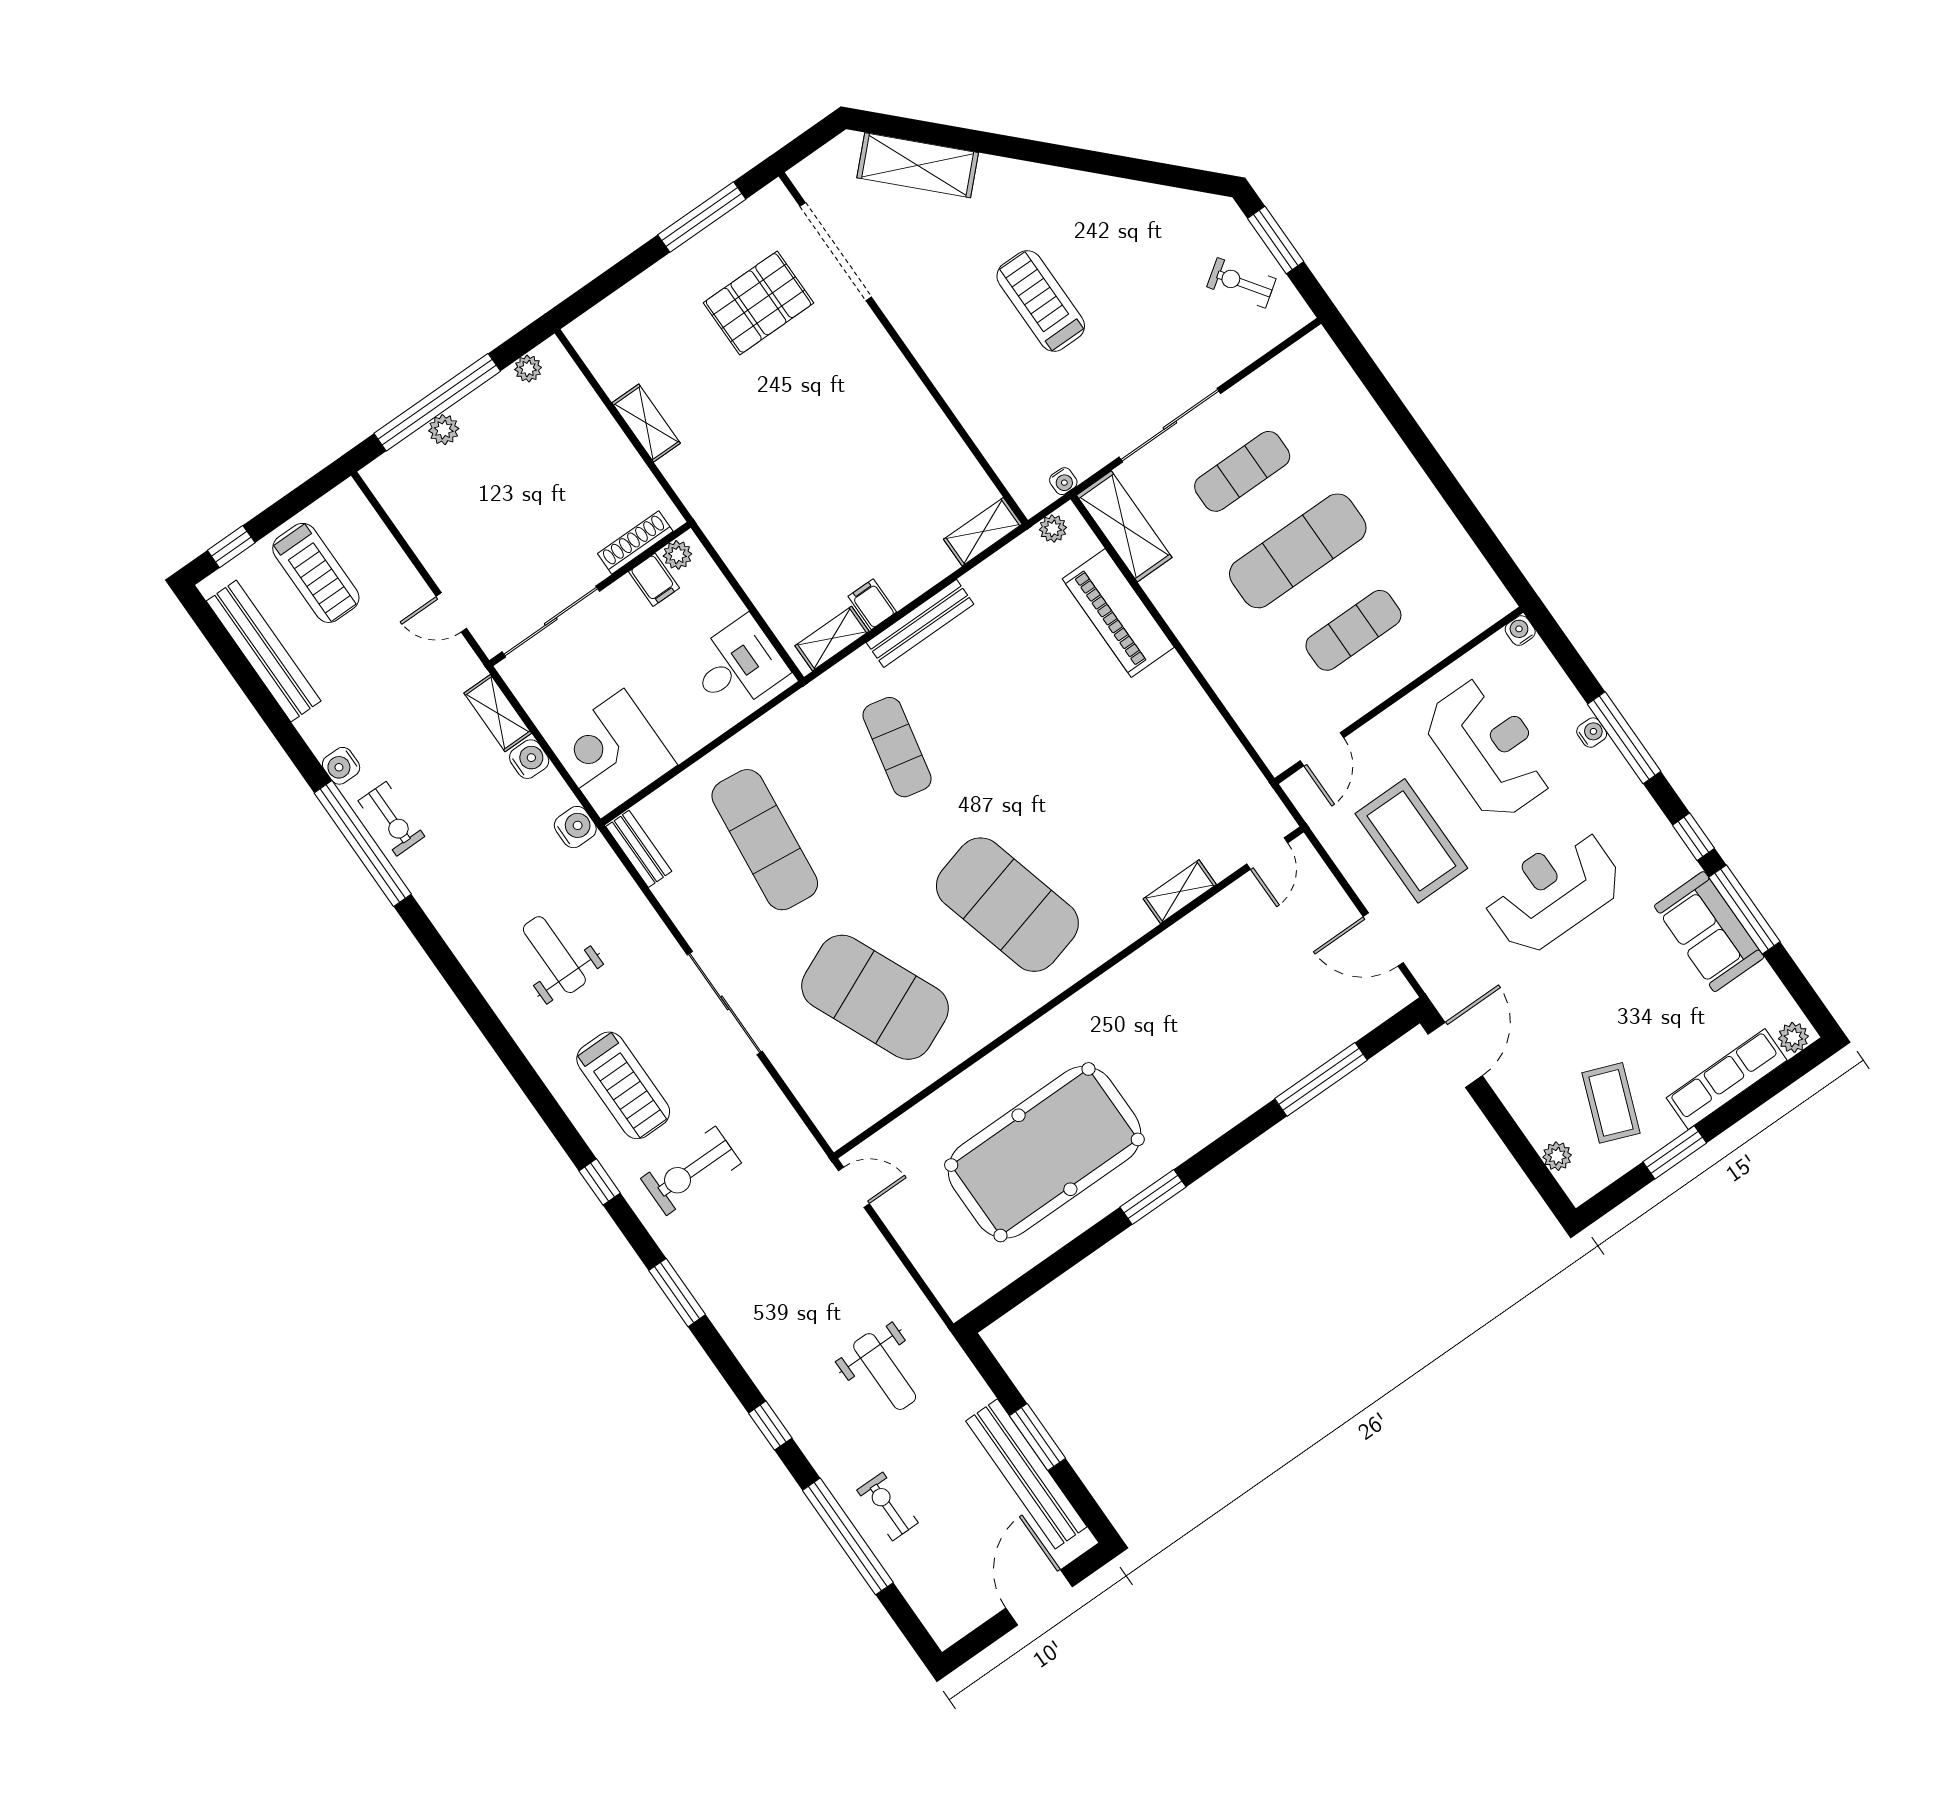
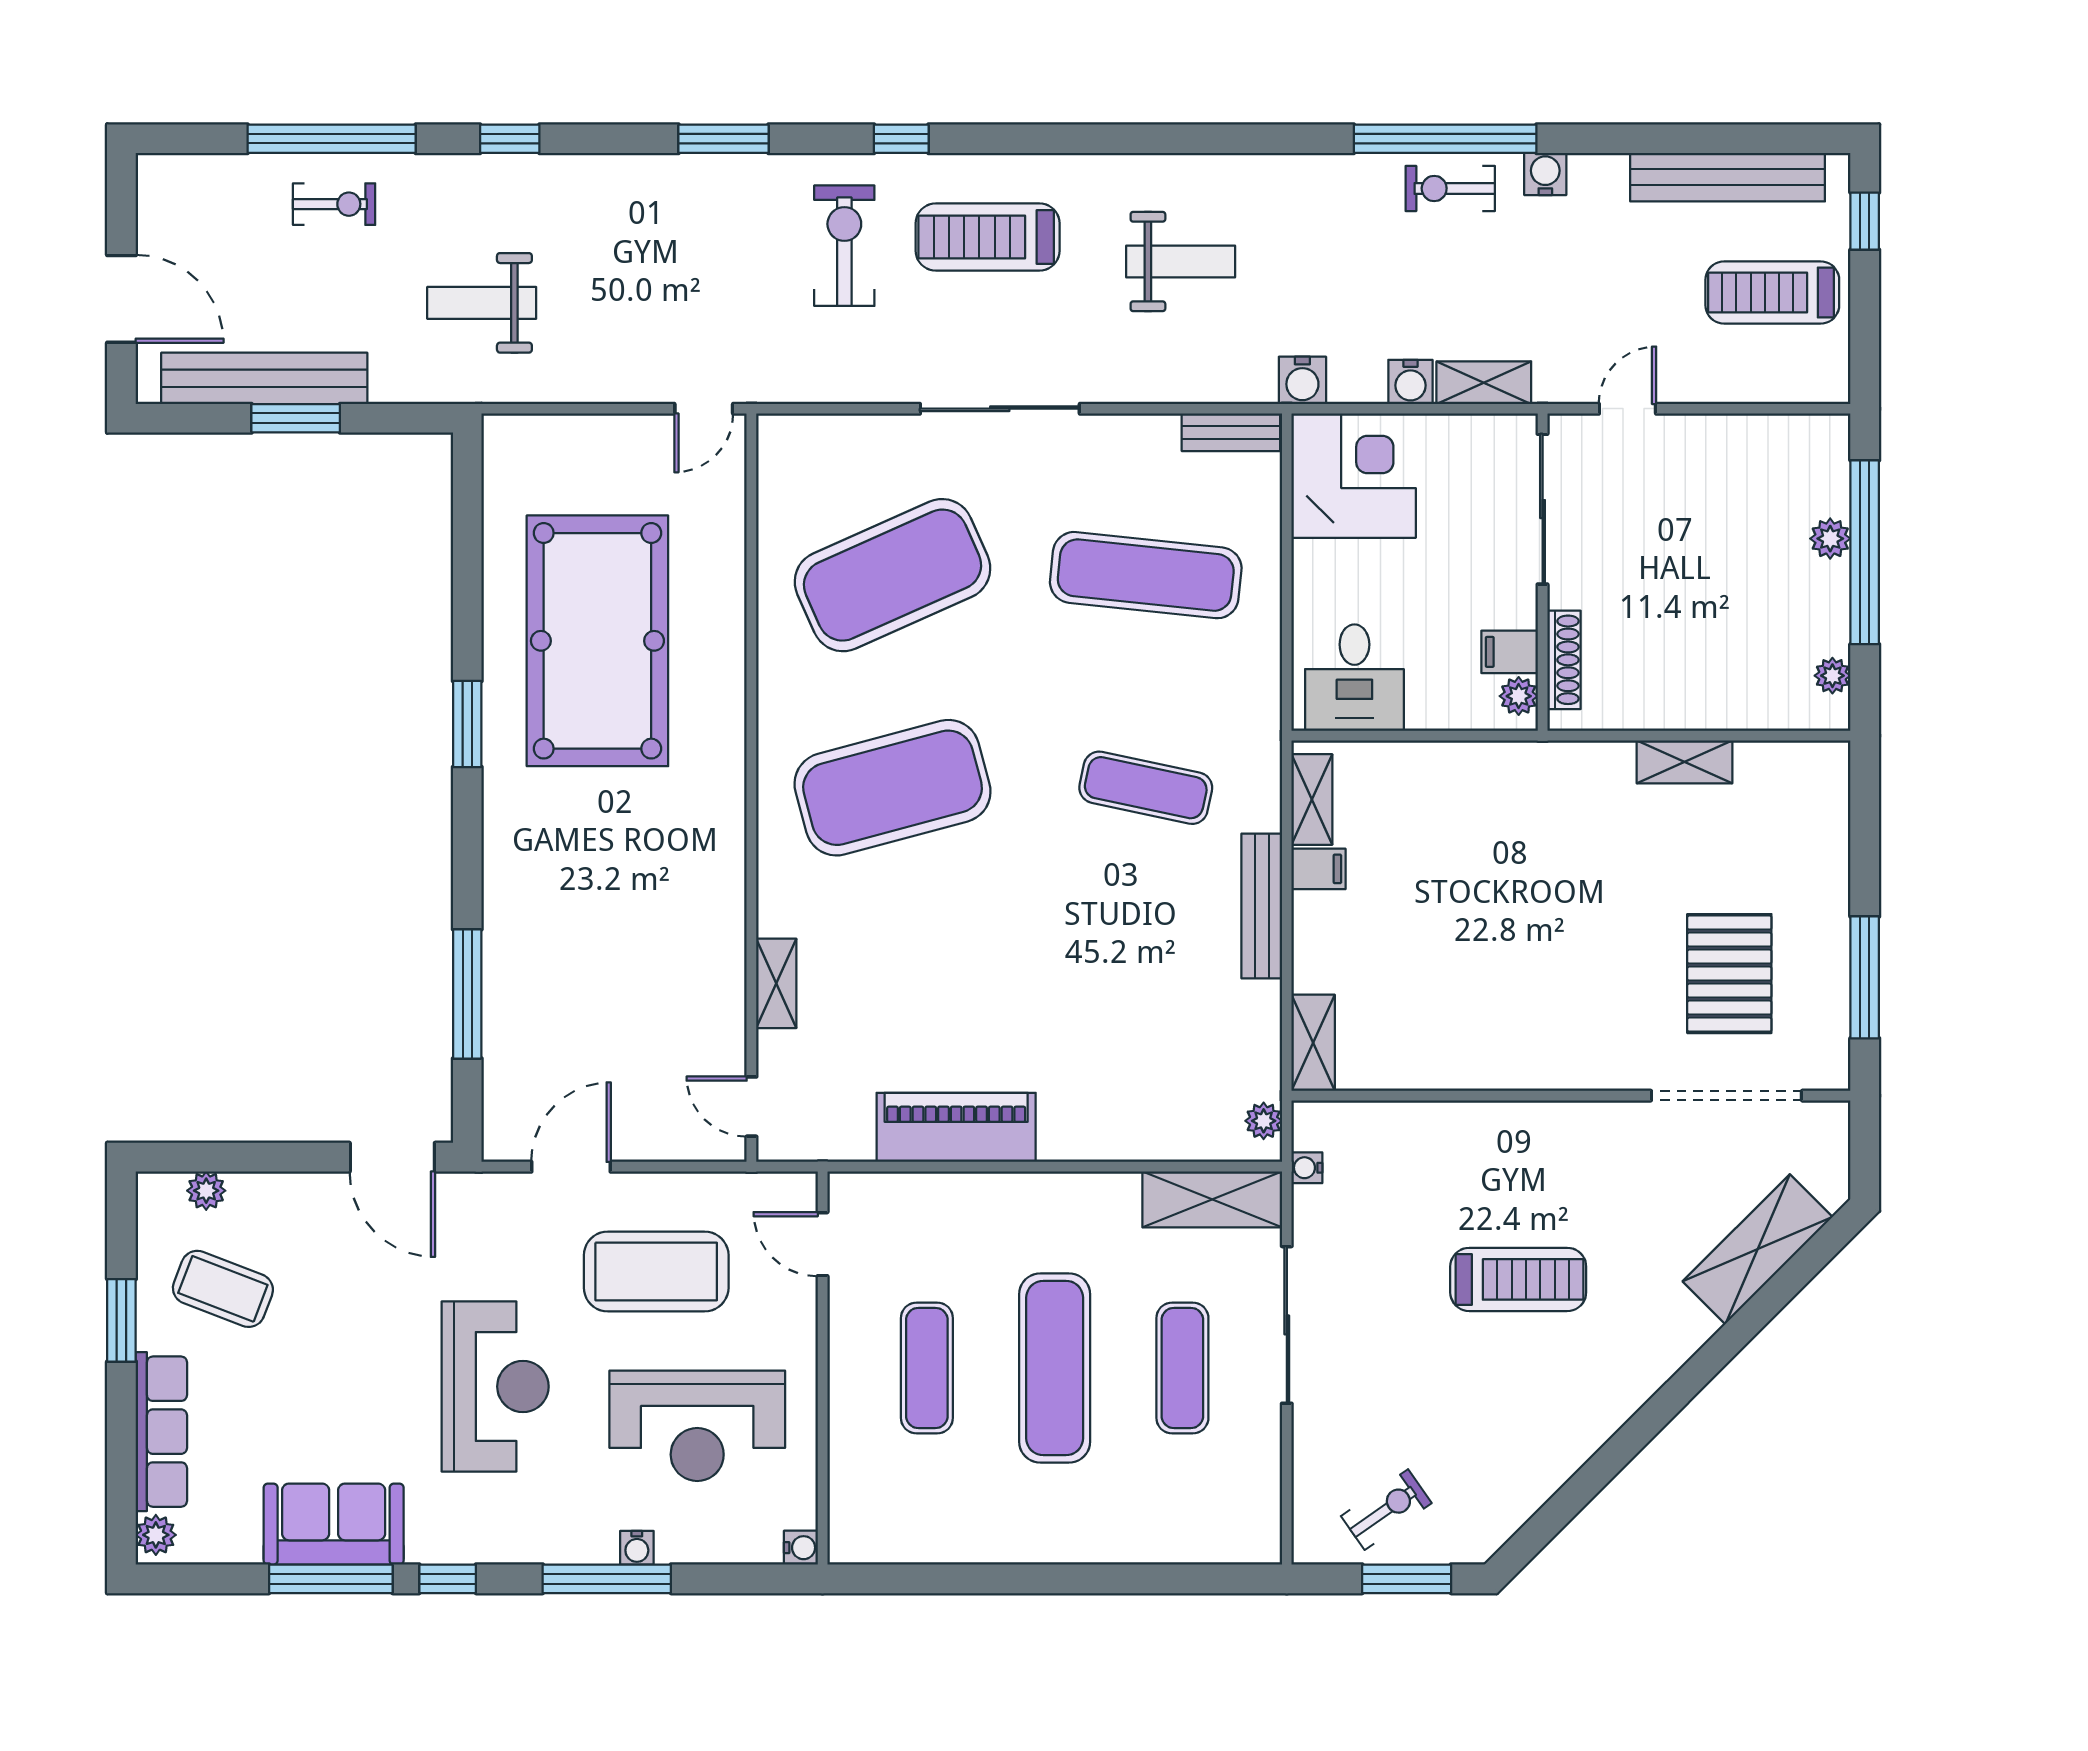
piano: (1118, 613) -> (956, 1127), moved

